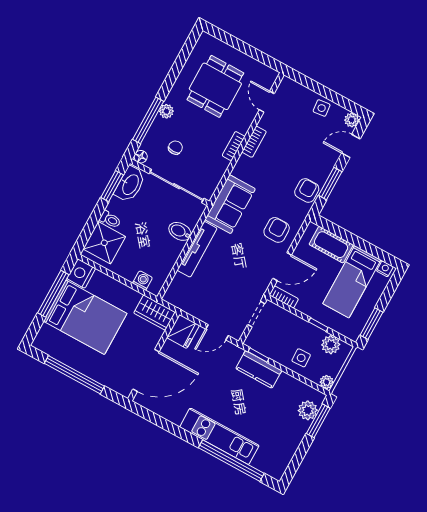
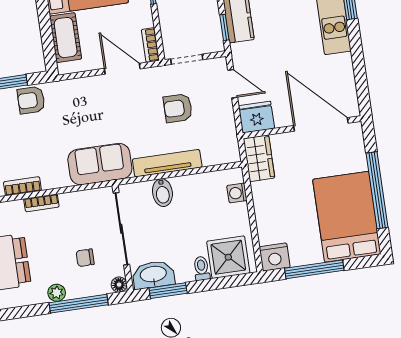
armchair: (277, 230) -> (178, 108), moved
bed: (85, 317) -> (347, 217), moved

